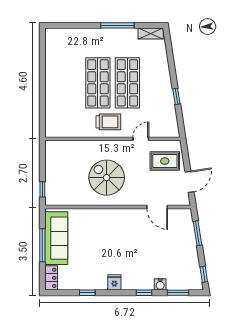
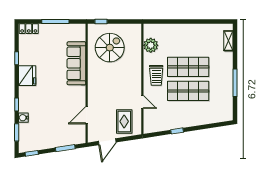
shelving: (151, 34) -> (228, 41), moved
plant: (71, 129) -> (151, 45), added
spiral stairs: (107, 178) -> (110, 48), moved
door: (190, 182) -> (107, 142), hinge flipped
sofa: (56, 238) -> (76, 63), moved, turned 90
fridge: (114, 282) -> (27, 76), width x1.88, depth x1.34

